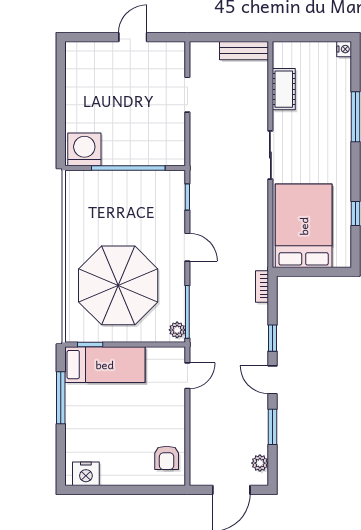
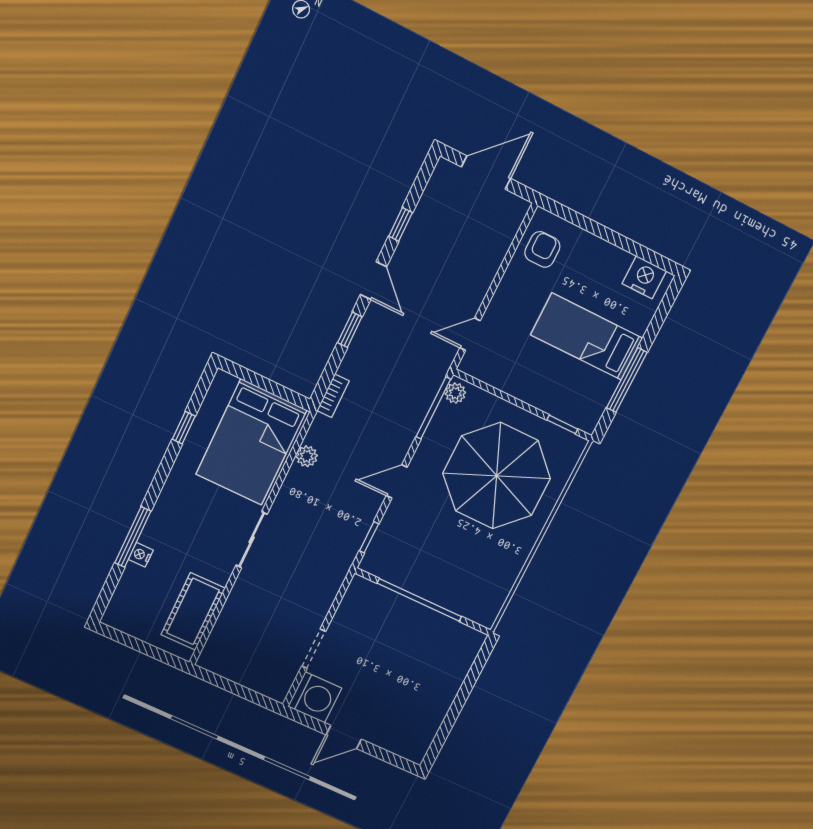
nightstand: (344, 49) -> (141, 555), moved
bench: (244, 51) -> (227, 667), removed
cot: (284, 89) -> (193, 611), width x1.37, depth x1.34
washing machine: (84, 149) -> (315, 697), moved, turned -90
door: (187, 247) -> (397, 481), hinge flipped
bed: (105, 365) -> (587, 337), moved
window: (272, 427) -> (401, 224), width x0.67
plant: (260, 463) -> (307, 456), moved

